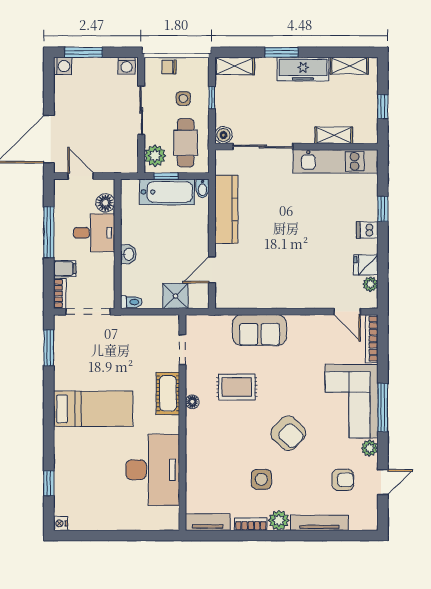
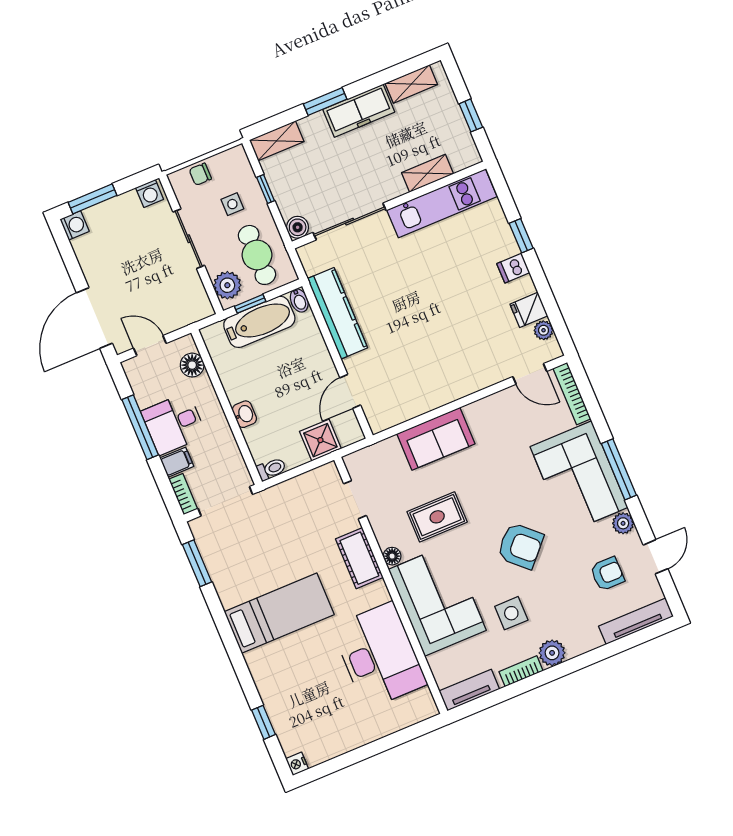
desk: (94, 233) -> (174, 424), moved, turned 180
corner sofa: (212, 447) -> (437, 600), added
tv unit: (319, 523) -> (636, 621), moved

